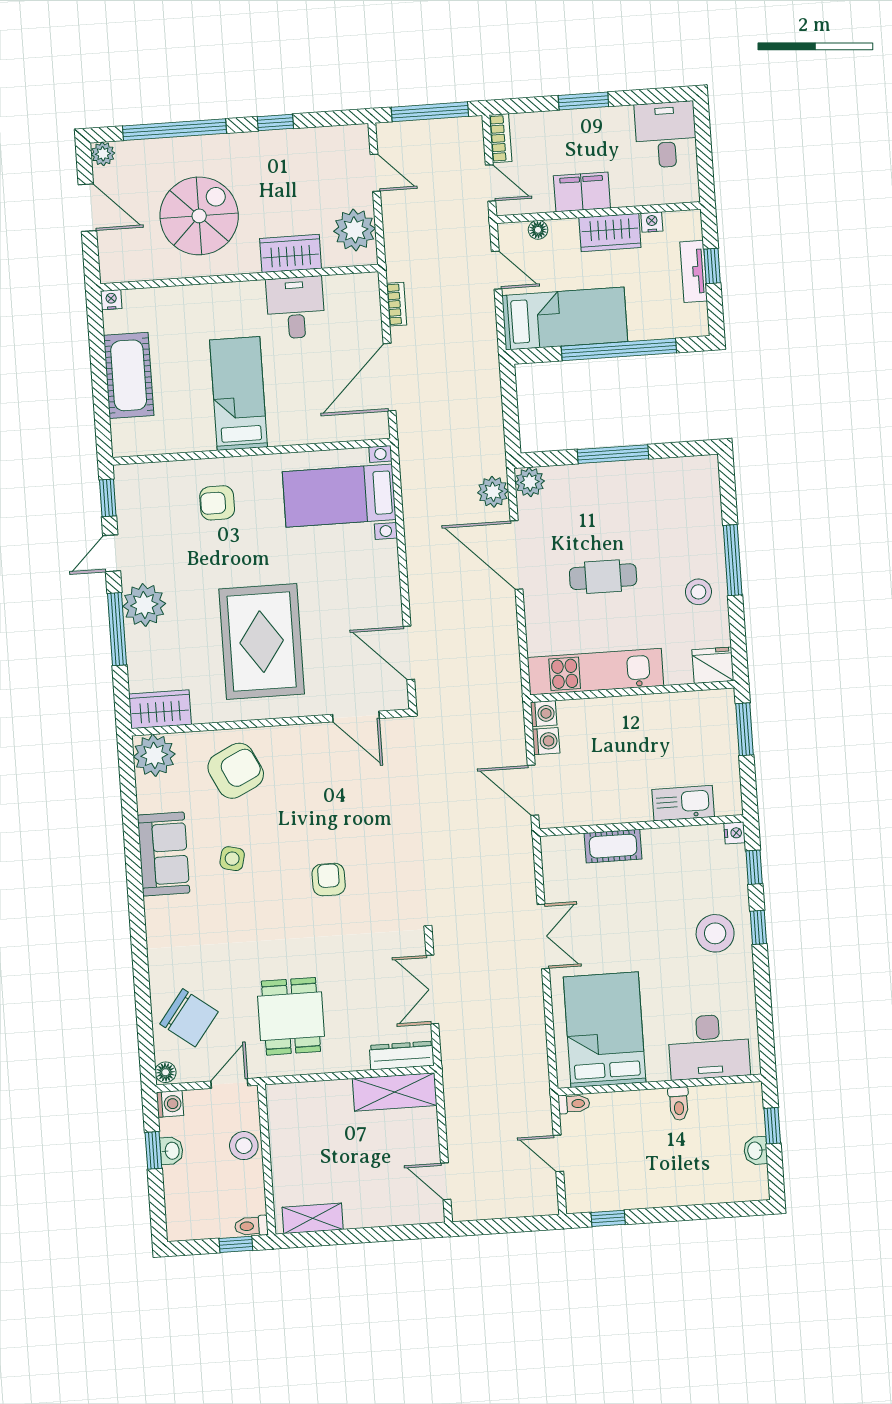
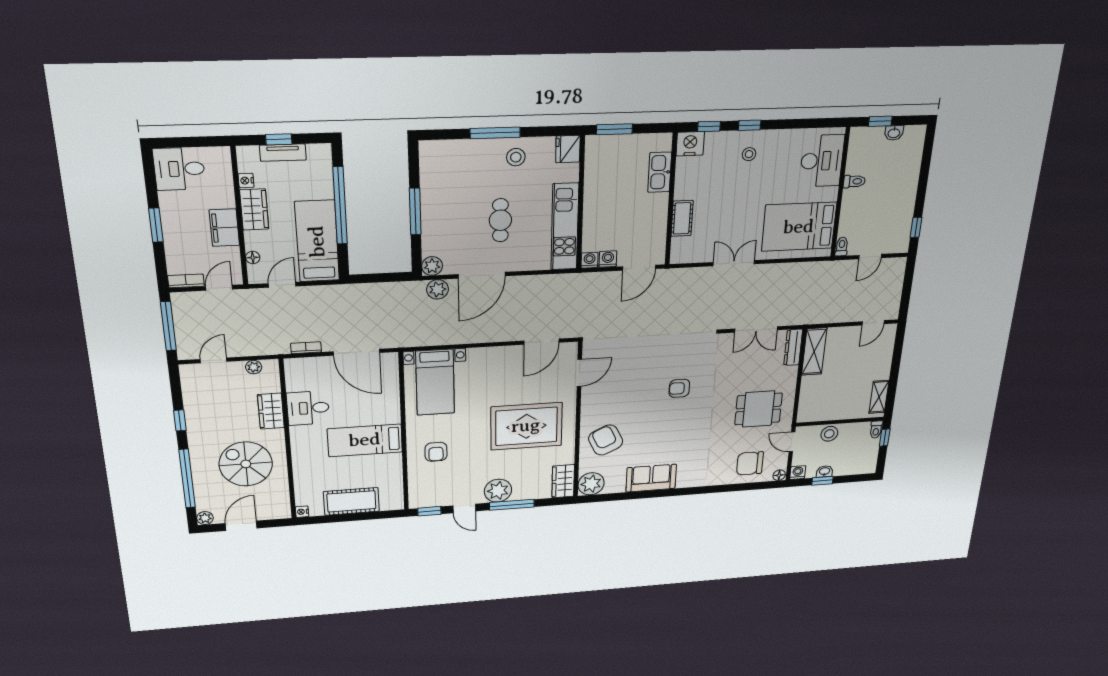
plant: (355, 230) -> (254, 367), width x0.53, depth x0.53
nightstand: (735, 833) -> (690, 144), width x1.89, depth x1.79
side table: (232, 859) -> (659, 441), removed
stool: (715, 933) -> (749, 154), width x0.53, depth x0.53
chair: (189, 1018) -> (750, 463), turned -127

